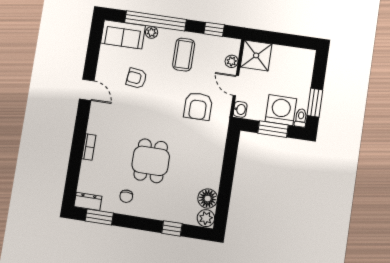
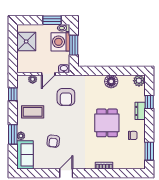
window: (155, 21) -> (13, 134), width x0.47
shower: (256, 55) -> (26, 41), moved
armchair: (198, 106) -> (66, 97), turned 90
dining table: (151, 161) -> (107, 123), turned 90
floor lamp: (208, 199) -> (111, 81), moved
dresser: (88, 201) -> (140, 111), moved

